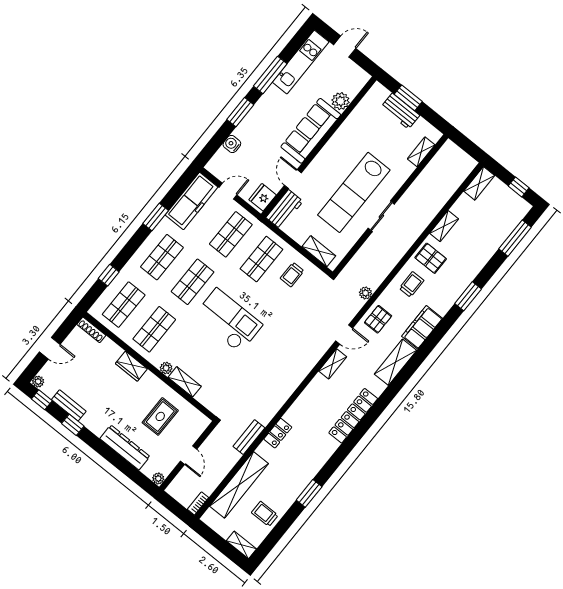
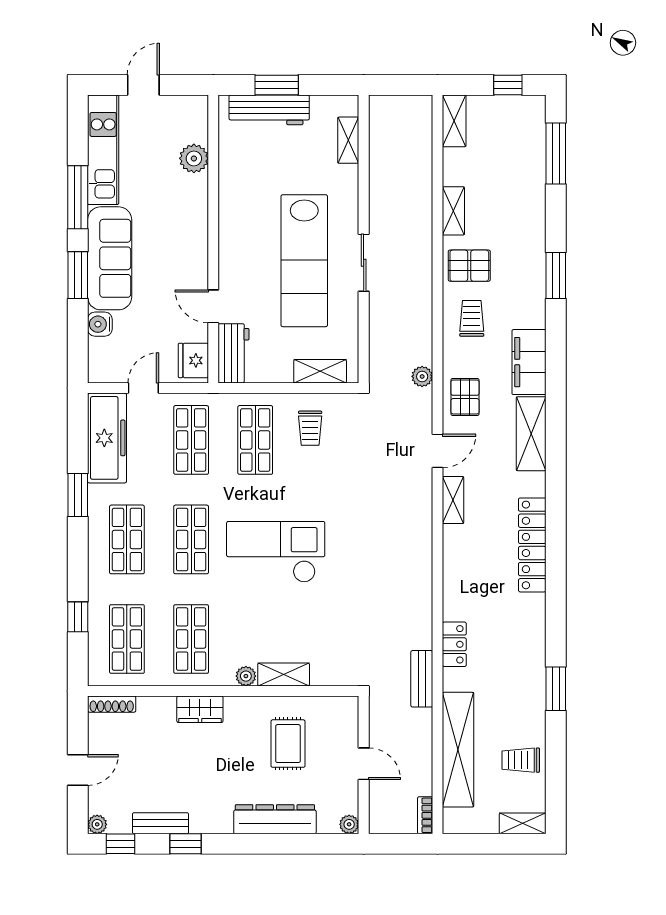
workbench: (400, 111) -> (269, 110), width x1.38
sofa: (311, 131) -> (110, 258), moved, turned 180

